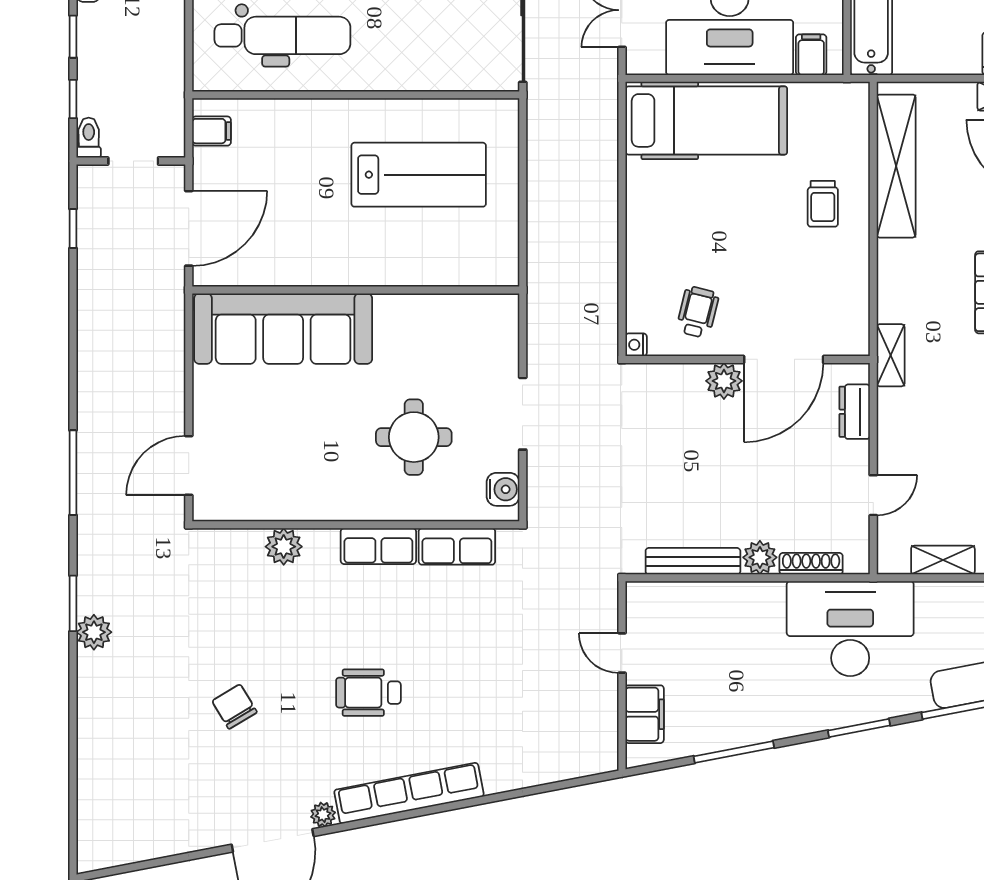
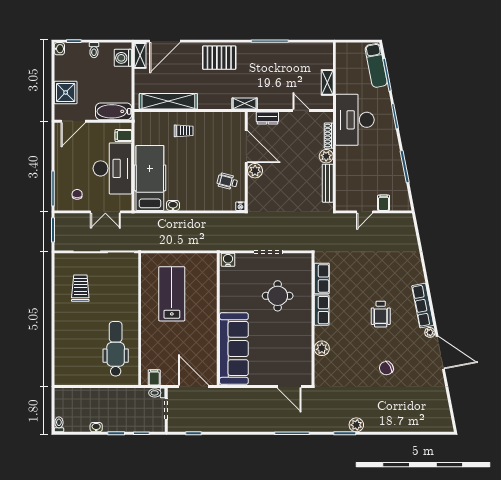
toilet: (89, 138) -> (157, 393), moved
washbasin: (638, 178) -> (173, 205), added
water cooler: (503, 489) -> (228, 260), moved
filing cabinet: (645, 714) -> (384, 203), width x0.50
row of seats: (409, 793) -> (423, 306), width x0.73

